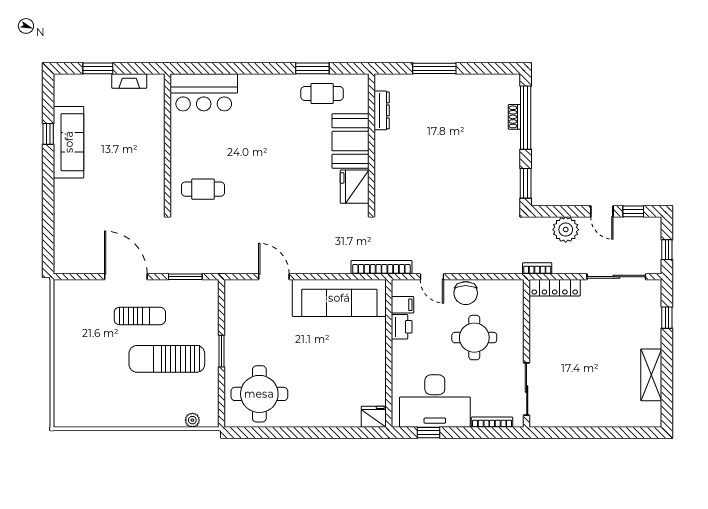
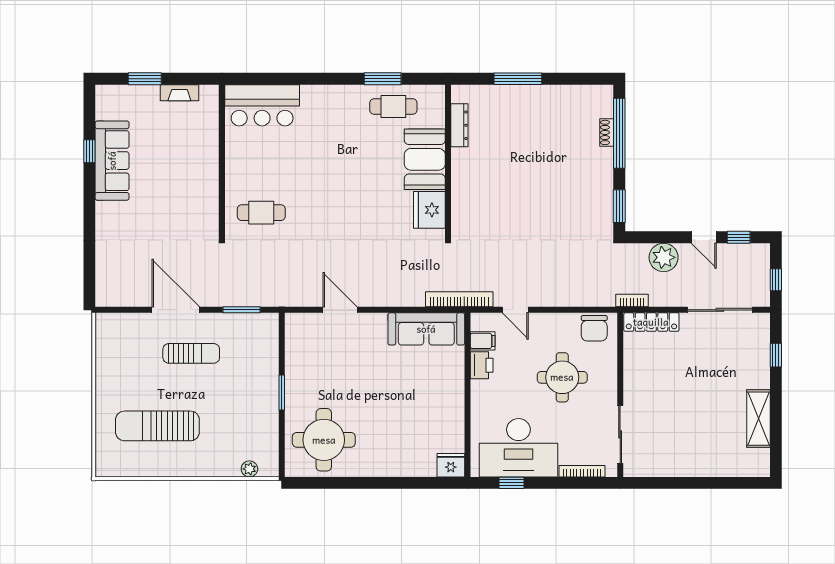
chair: (466, 293) -> (594, 328), moved
sofa: (339, 298) -> (426, 329), width x0.74, depth x0.79
sun lounger: (167, 359) -> (157, 426), moved

